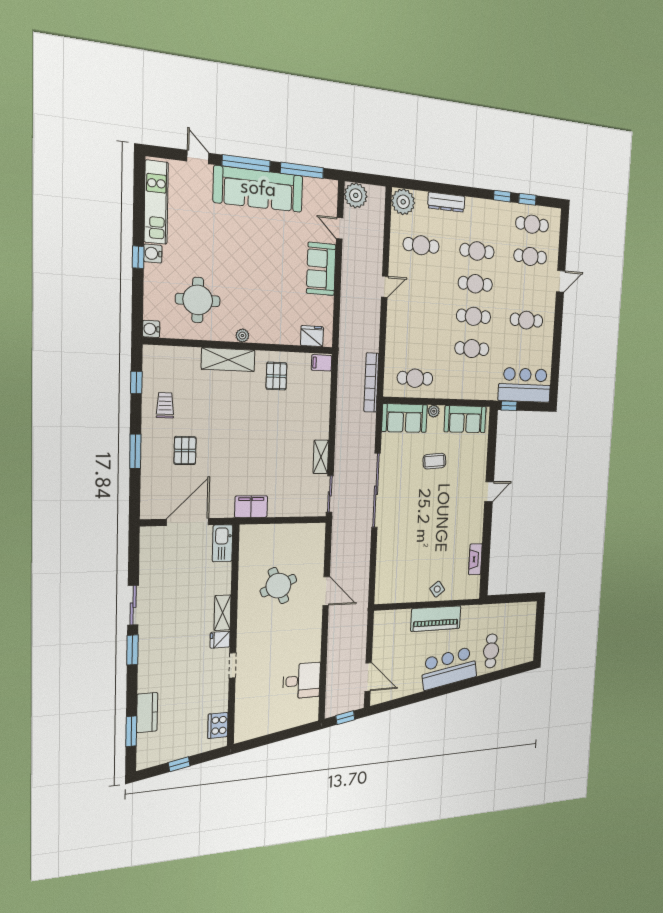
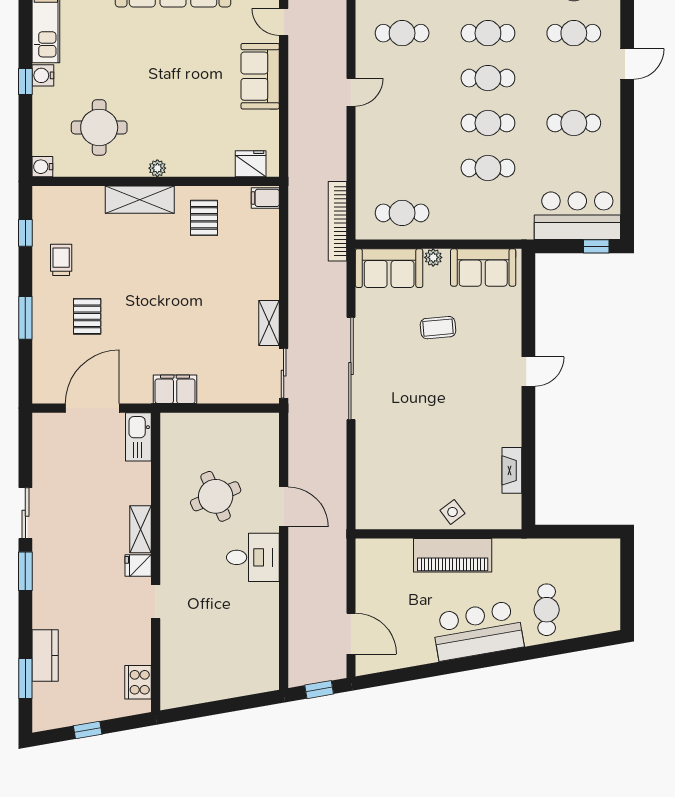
window: (509, 406) -> (596, 246), moved
desk: (302, 681) -> (253, 557), moved

